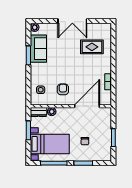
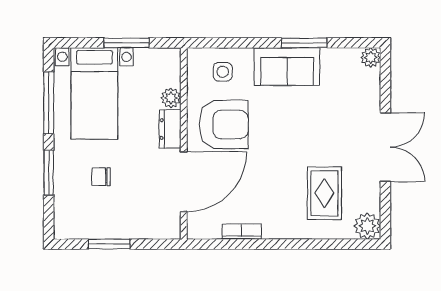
double door: (72, 21) -> (385, 147), swing flipped
plant: (106, 29) -> (367, 226), added
sofa: (38, 49) -> (287, 67), moved
armchair: (63, 89) -> (224, 124), width x1.88, depth x1.88
door: (87, 106) -> (184, 182), hinge flipped
dresser: (39, 112) -> (170, 129), moved

